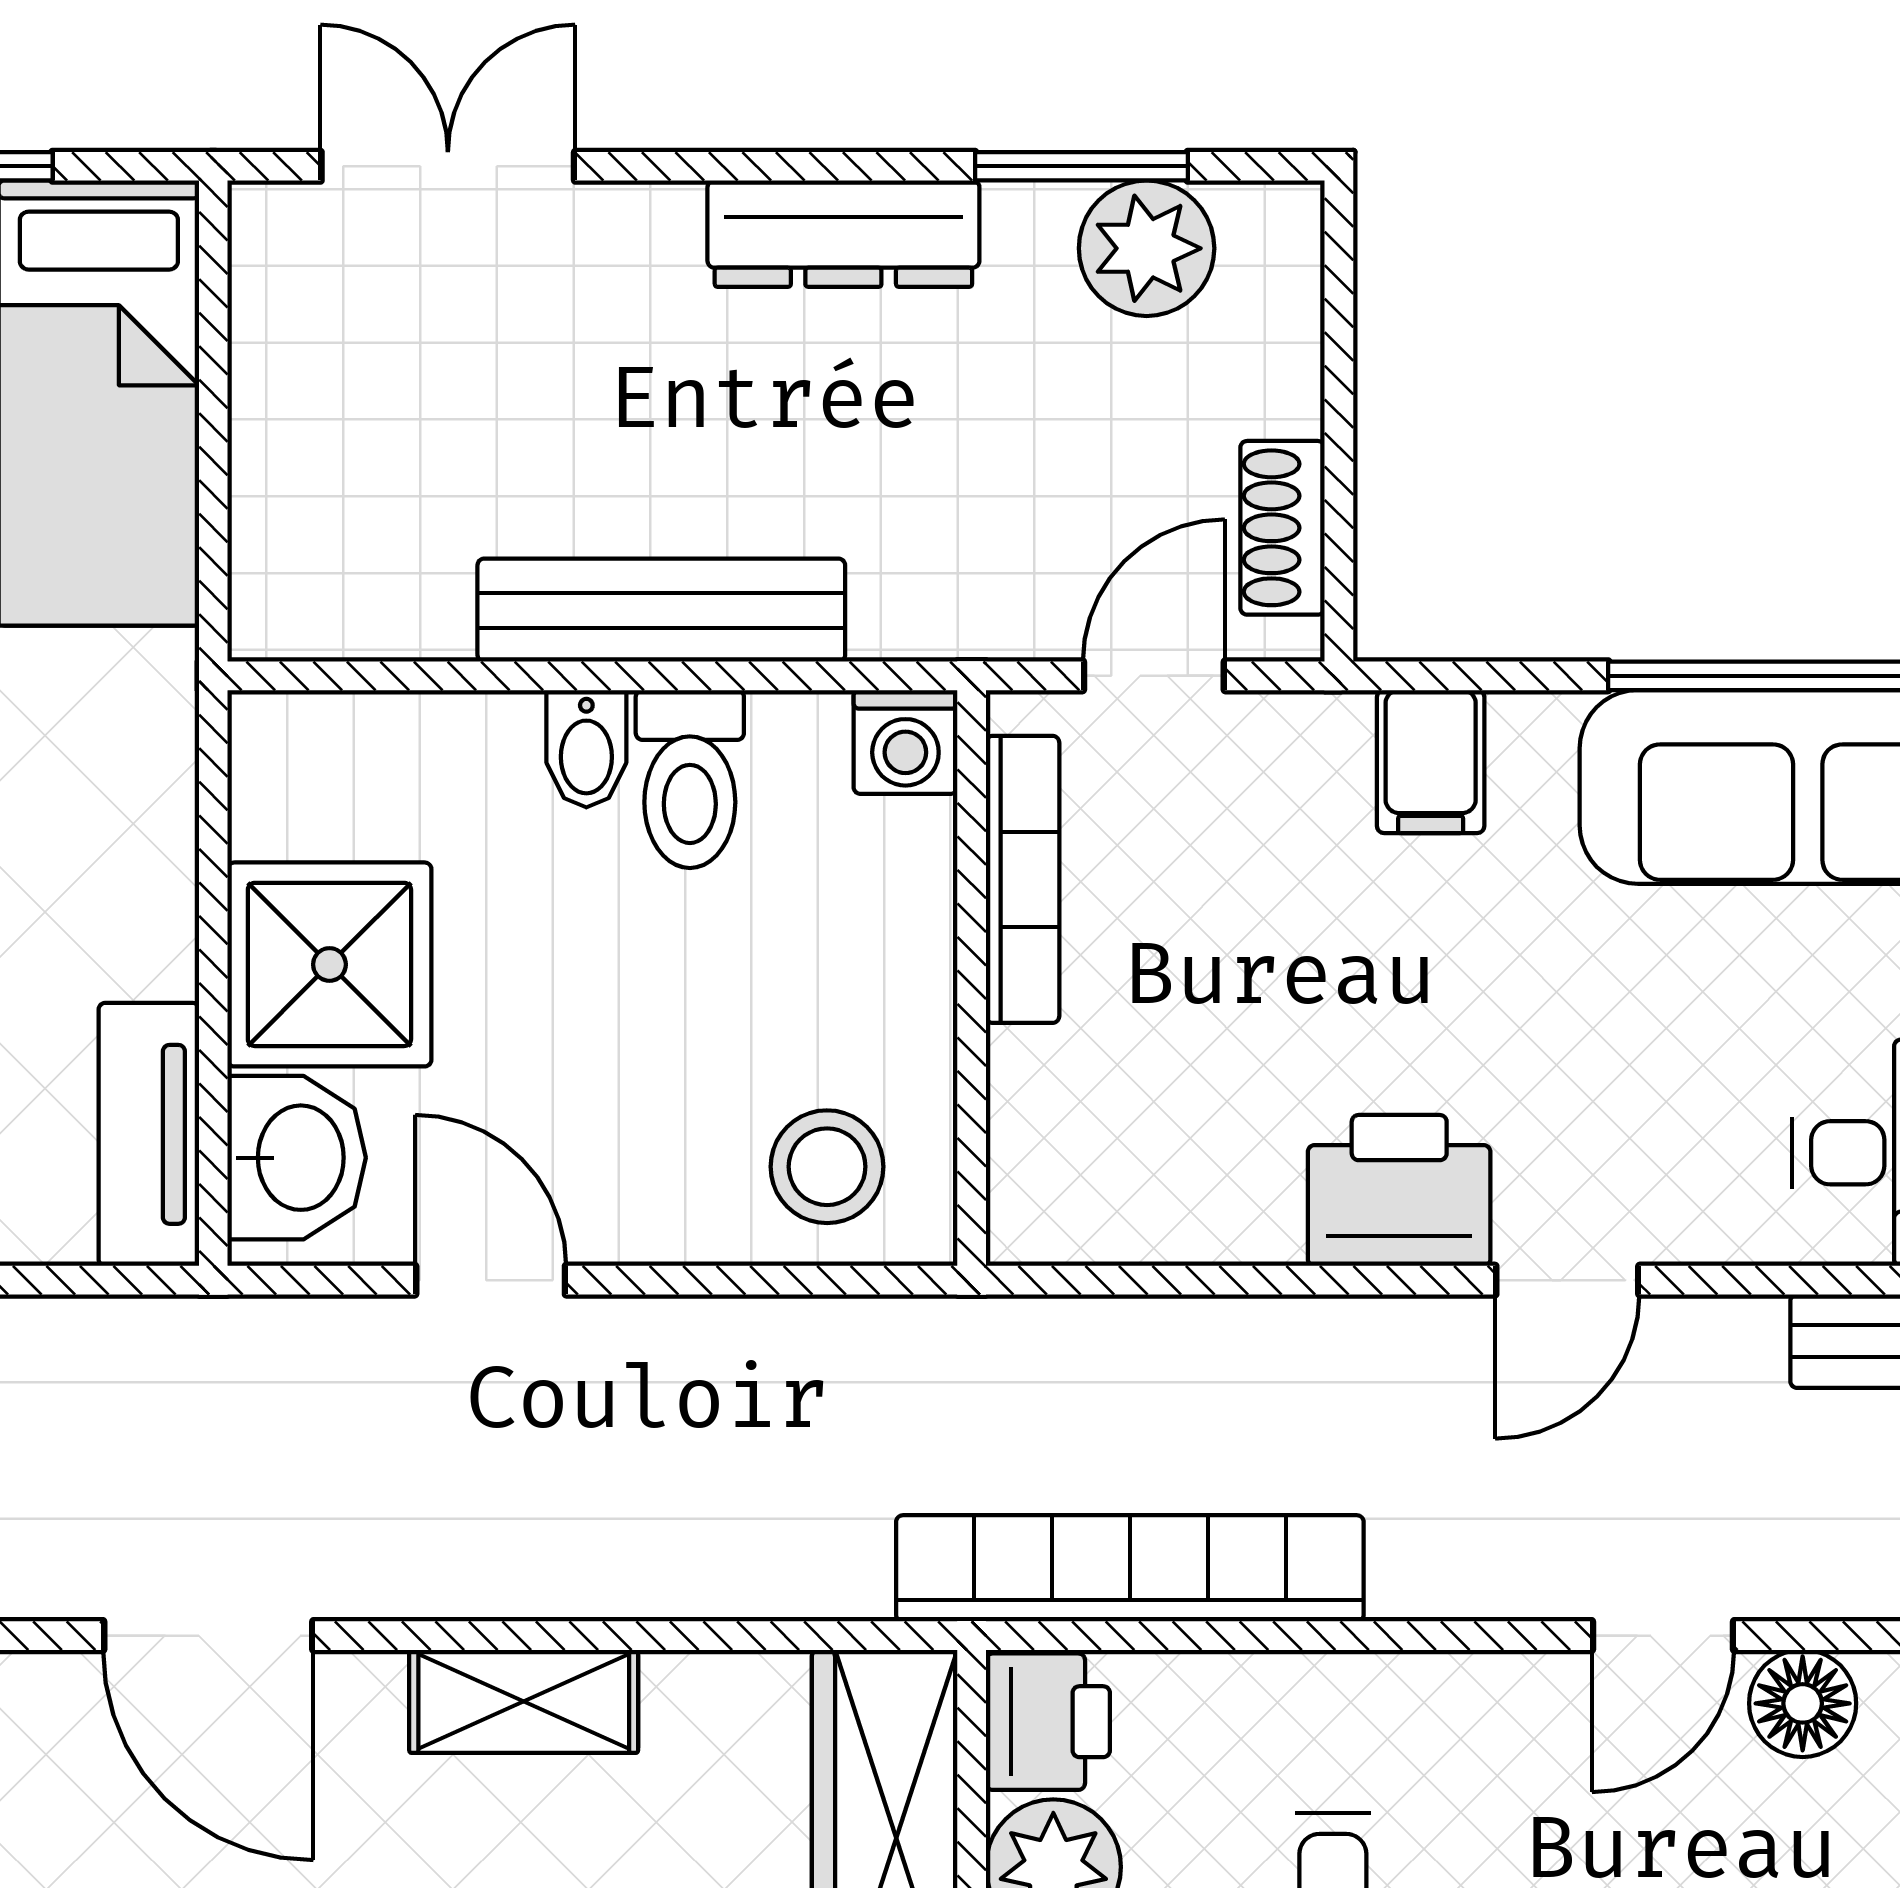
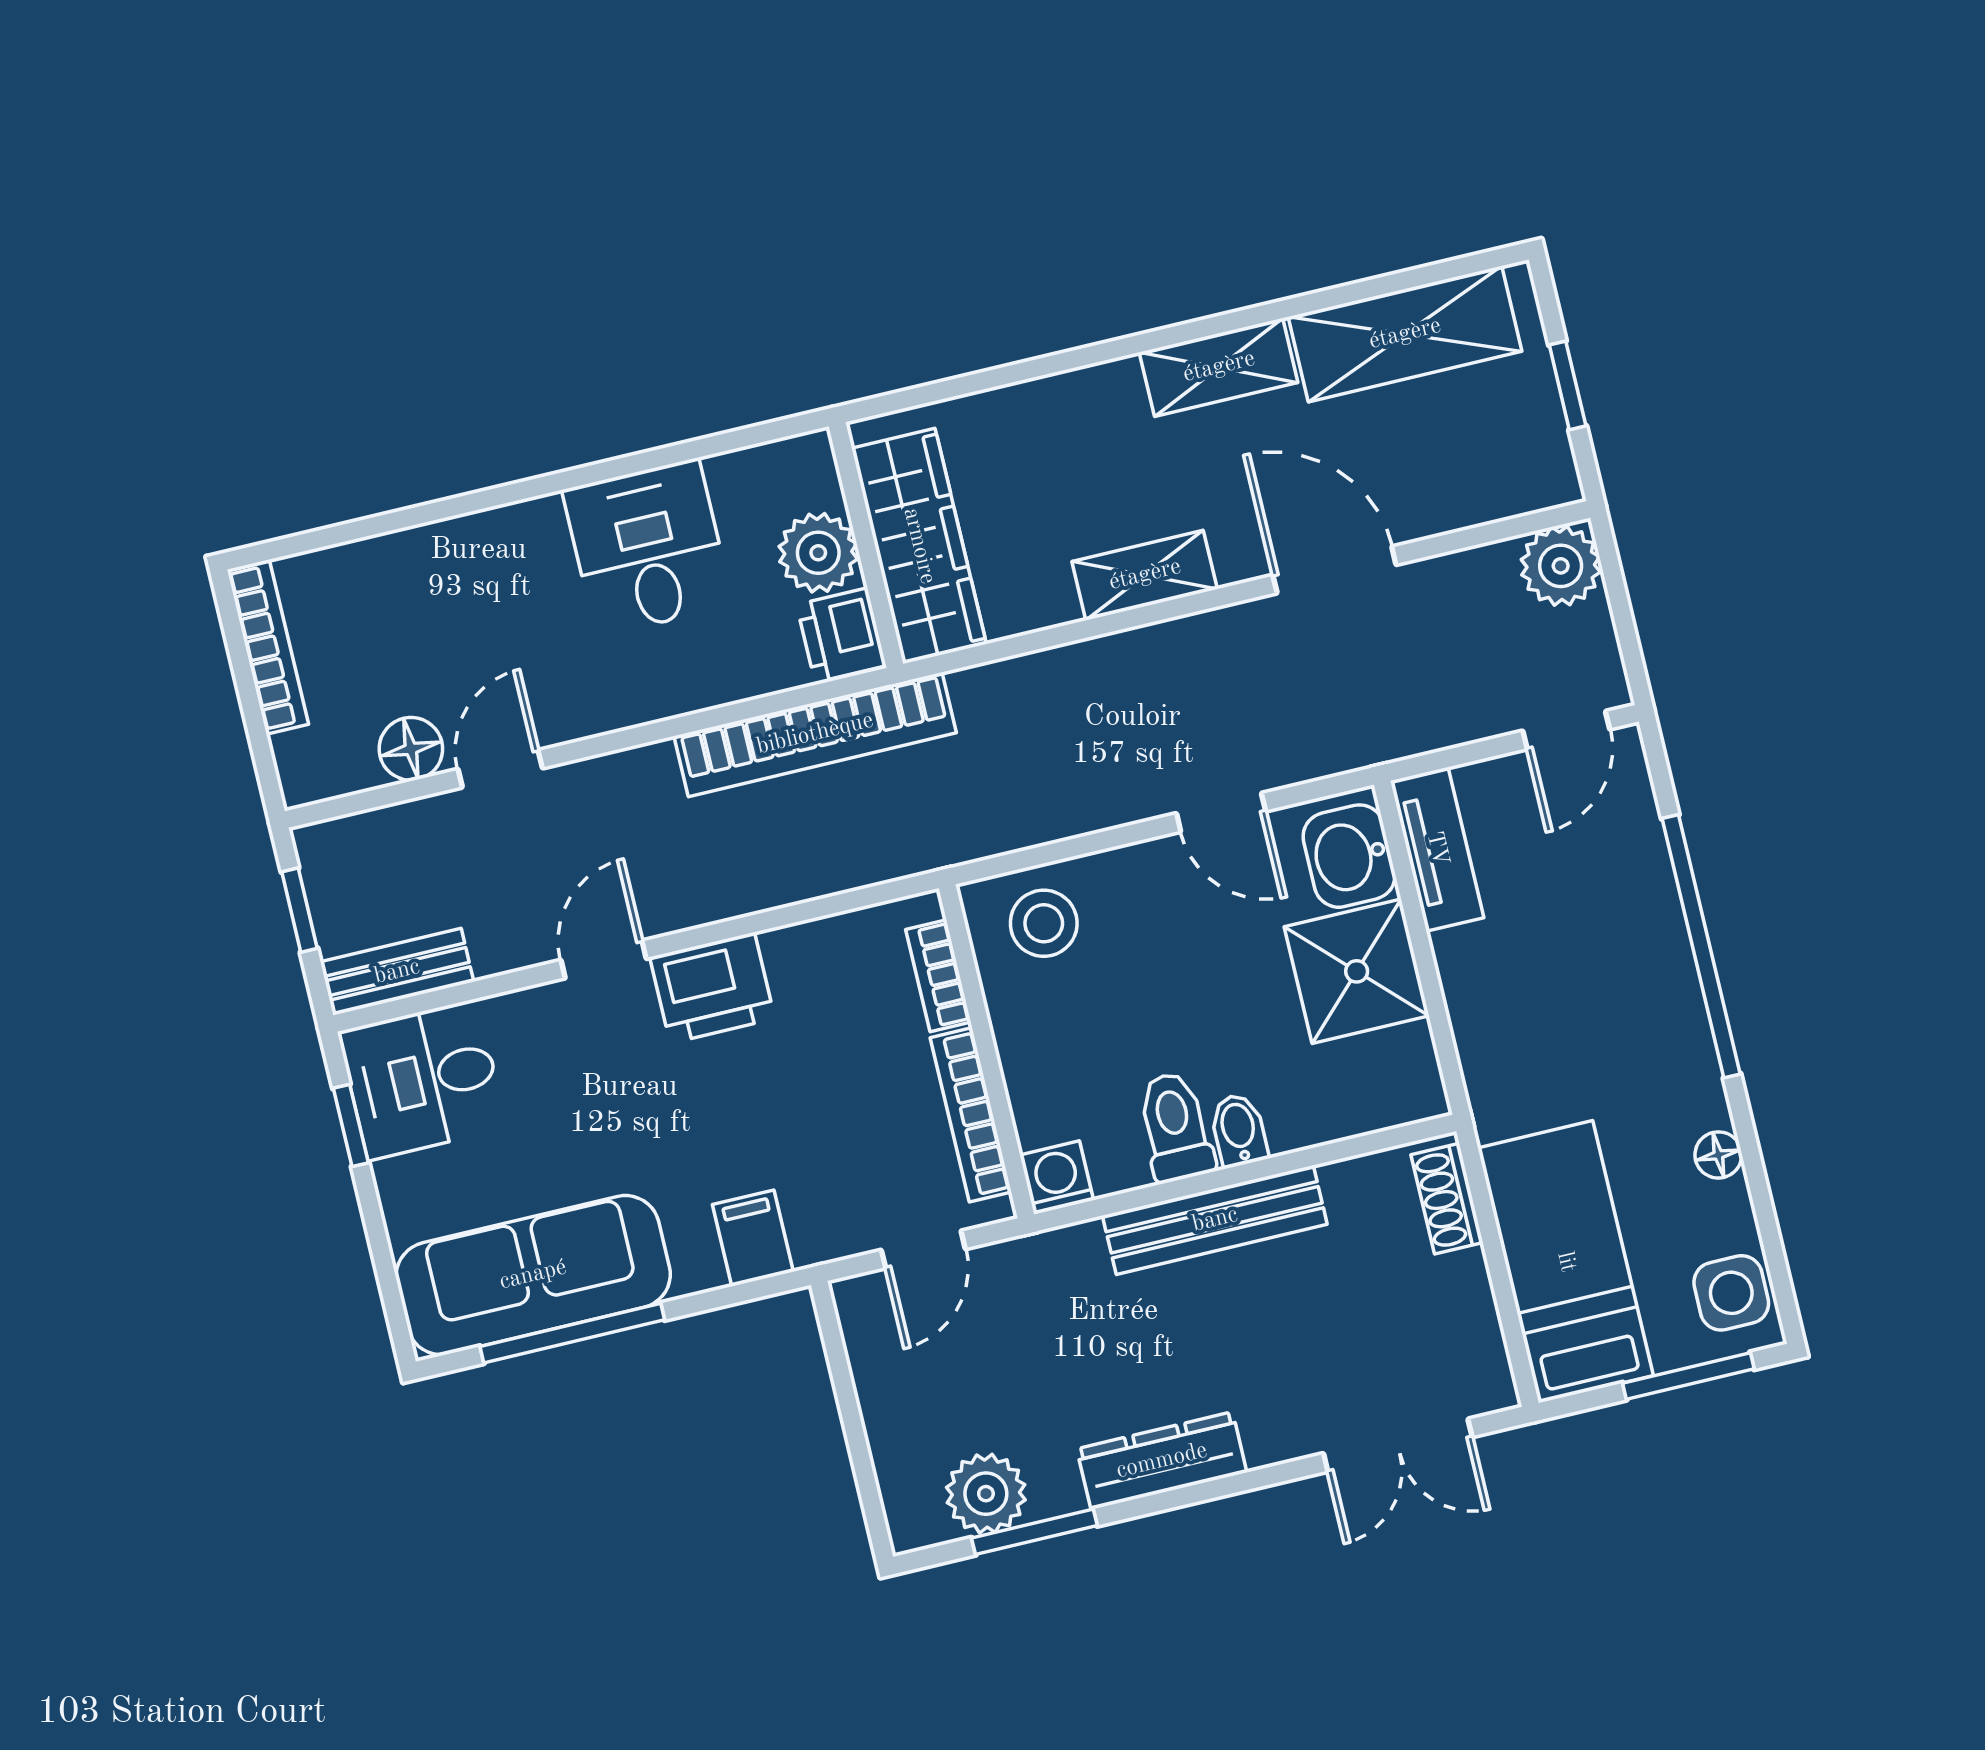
shoe rack: (1283, 528) -> (1447, 1199), moved, turned 180
bookcase: (1022, 1122) -> (938, 976), added

